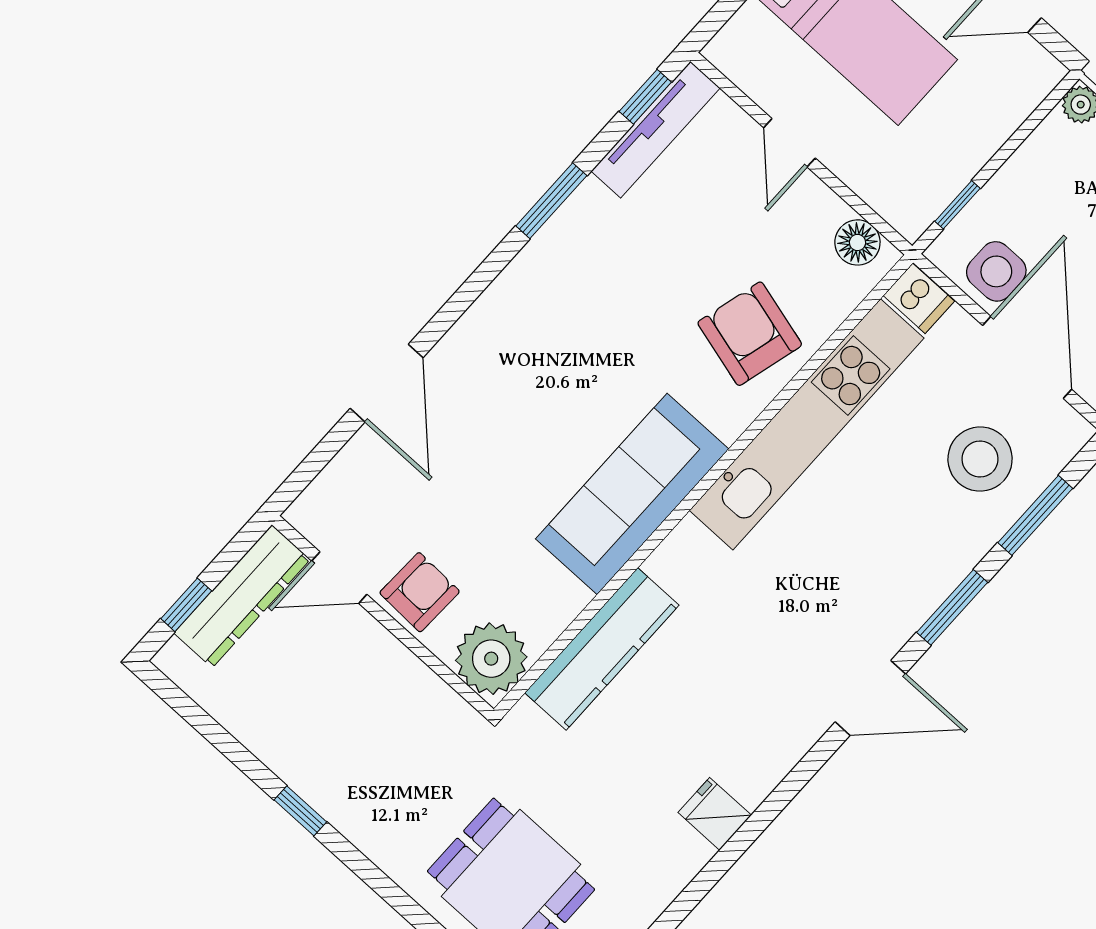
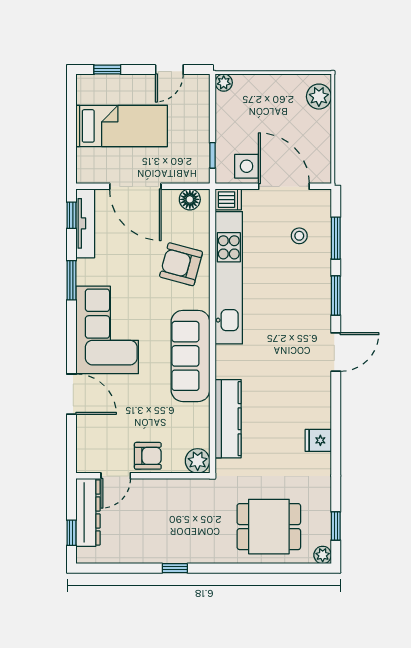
door: (789, 143) -> (135, 186), width x1.87
corner sofa: (537, 332) -> (107, 330), added
stool: (980, 459) -> (299, 236), width x0.53, depth x0.53
armchair: (420, 592) -> (148, 456), turned 88
plant: (491, 659) -> (198, 461), width x0.73, depth x0.73

